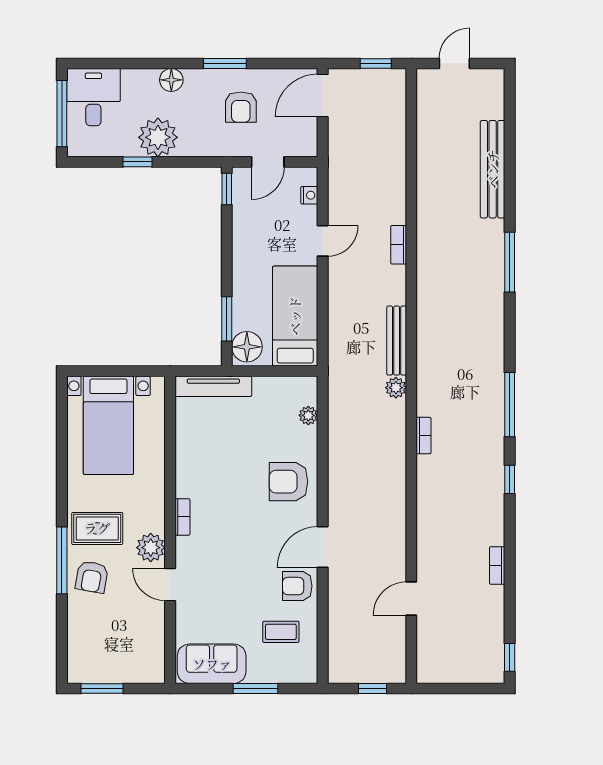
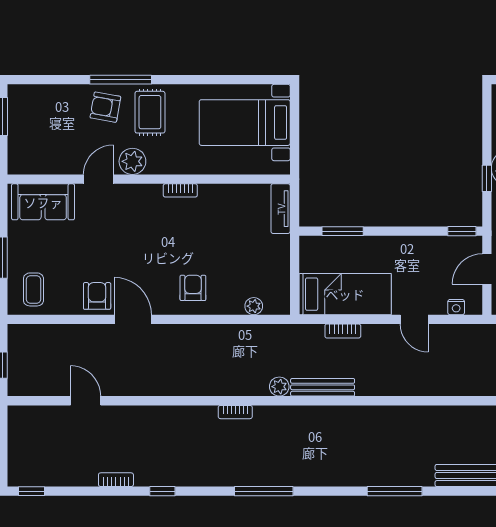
window: (138, 162) -> (487, 178), moved
door: (268, 162) -> (487, 269), hinge flipped
bookcase: (399, 245) -> (343, 331), moved, turned 180
floor lamp: (247, 347) -> (317, 250), removed
tv unit: (213, 386) -> (281, 209), width x0.71
window: (510, 479) -> (162, 491), moved
armchair: (288, 482) -> (193, 288), width x0.72, depth x0.72
bookcase: (182, 517) -> (180, 190), moved
coffee table: (281, 632) -> (33, 289), moved
sofa: (212, 664) -> (43, 202), moved, turned 90

